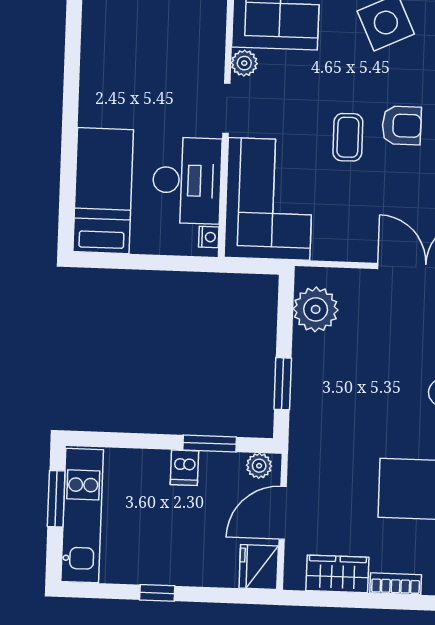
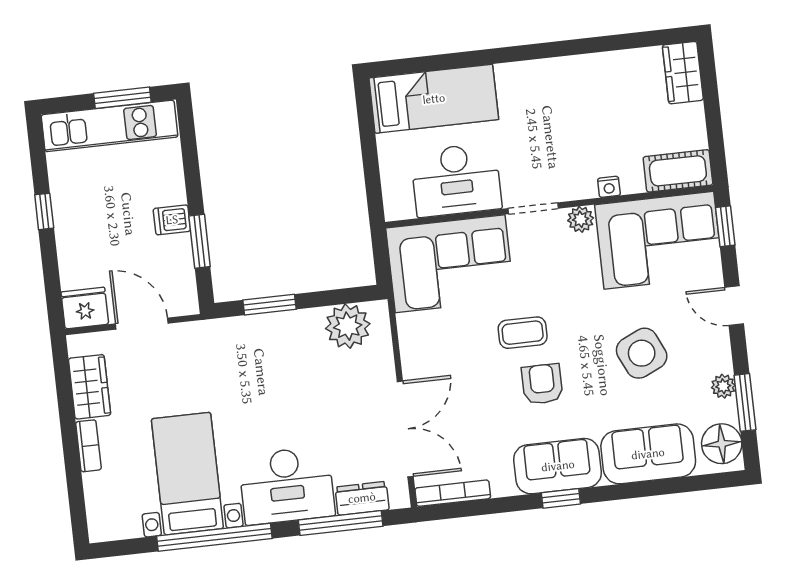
armchair: (402, 125) -> (542, 384), turned 180
nightstand: (209, 237) -> (609, 187), moved
plant: (259, 466) -> (185, 293), removed

